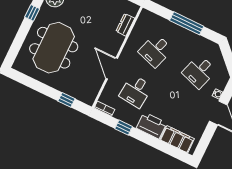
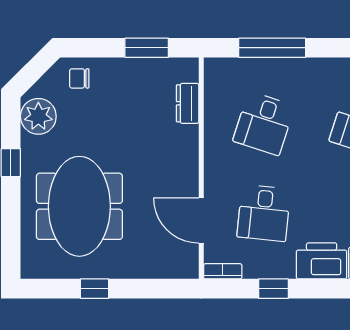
window: (187, 23) -> (272, 48), moved
door: (112, 68) -> (201, 220), moved
window: (67, 100) -> (95, 289), moved

